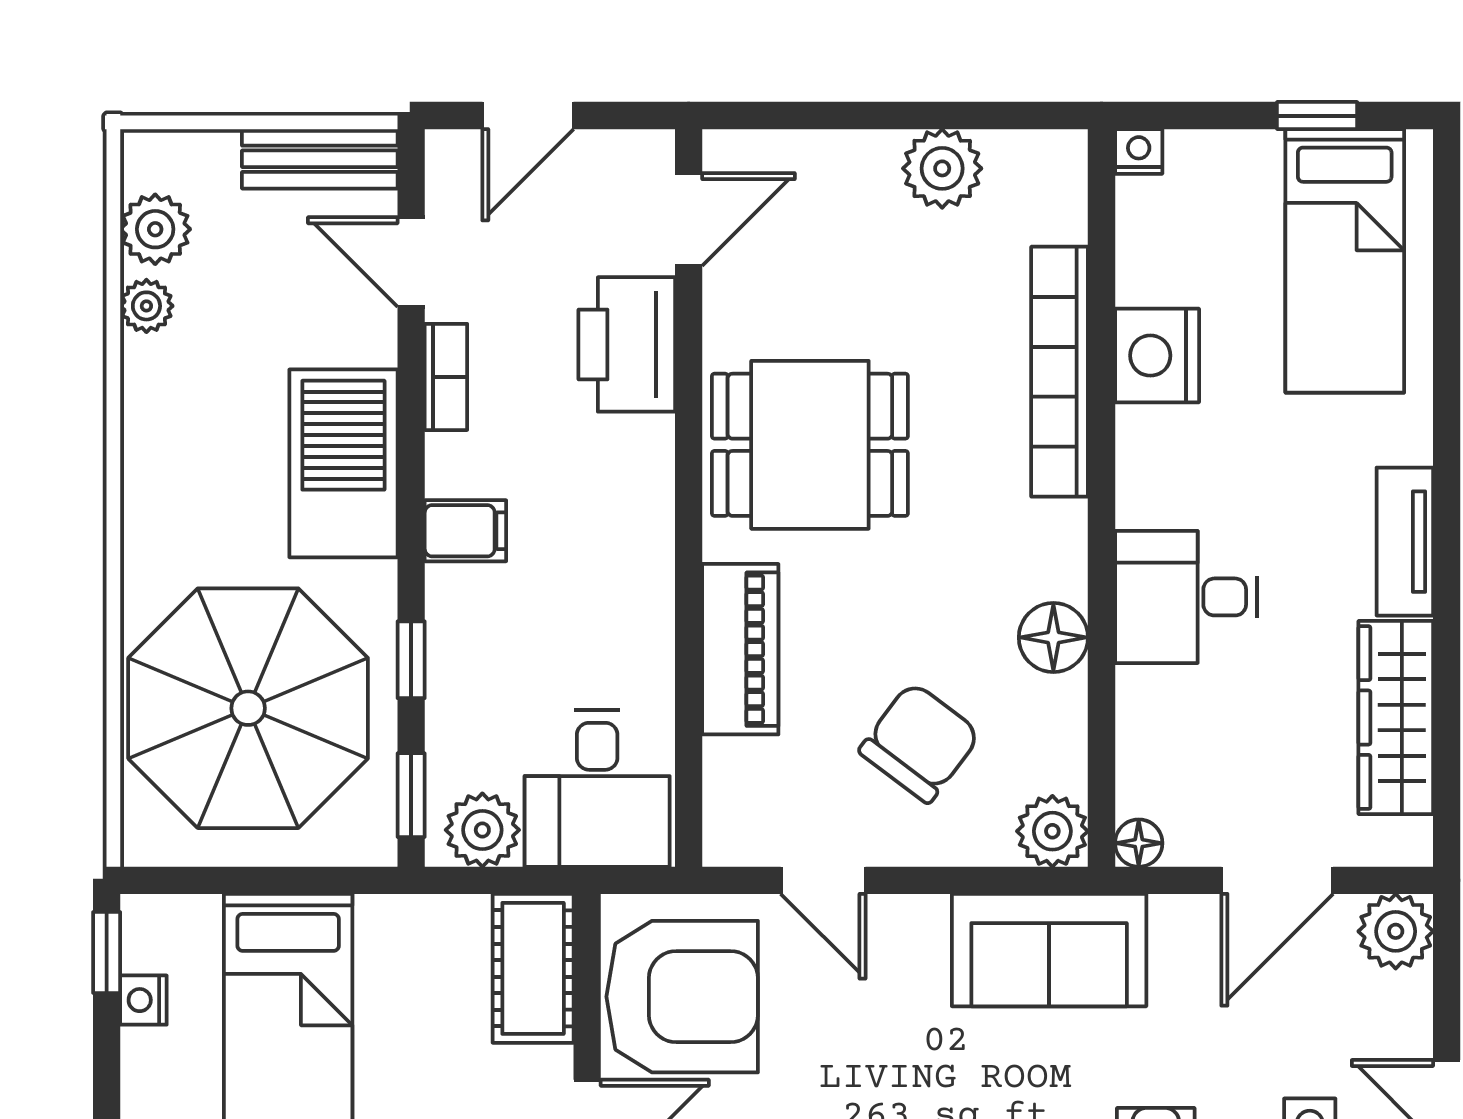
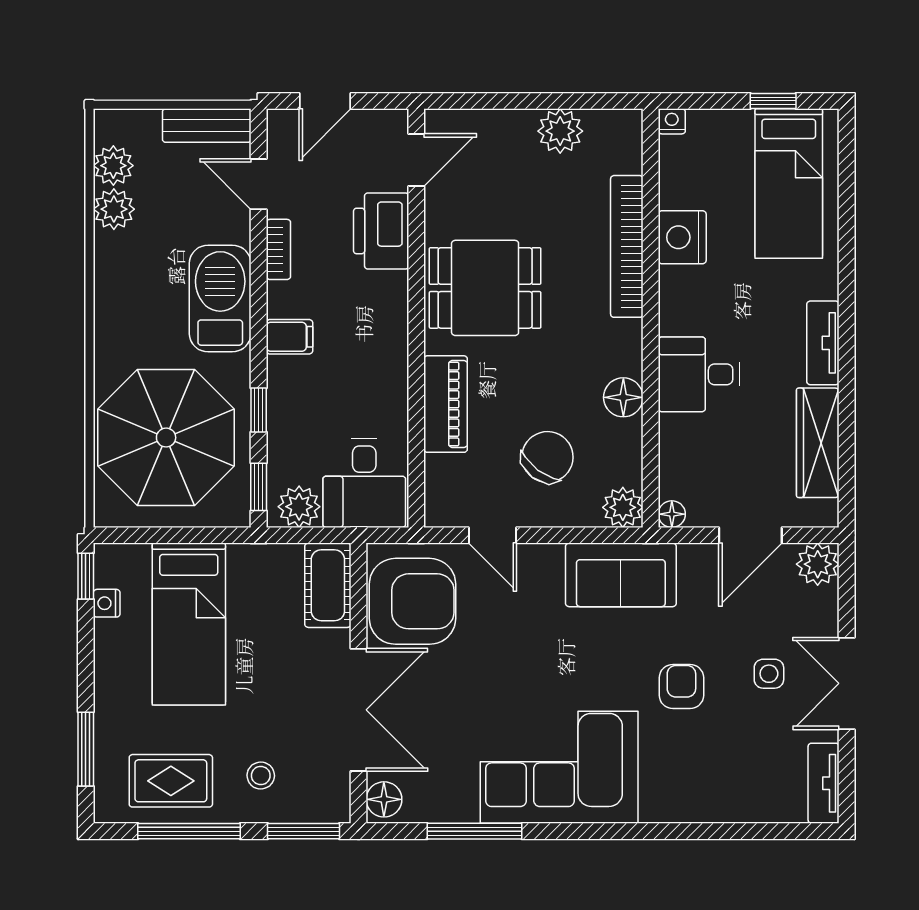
plant: (146, 306) -> (114, 209), width x1.38, depth x1.38

